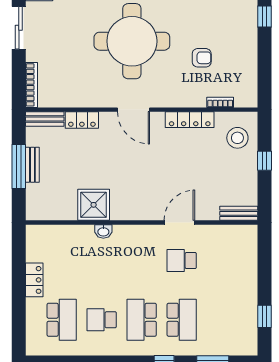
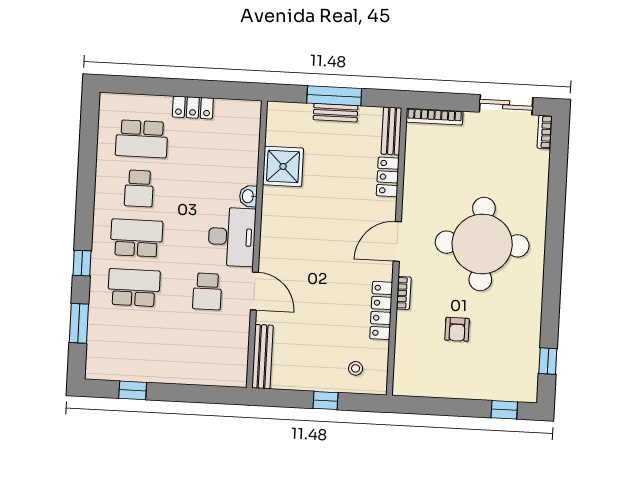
bookcase: (220, 102) -> (404, 293), moved
stool: (237, 138) -> (356, 368), width x0.53, depth x0.53
shower: (94, 205) -> (283, 166), moved
bench: (239, 213) -> (262, 357), width x1.36
desk: (137, 243) -> (232, 237), added
school desk: (182, 261) -> (207, 291), turned 180
school desk: (102, 320) -> (139, 188), turned 180
school desk: (182, 320) -> (134, 288), turned 180

